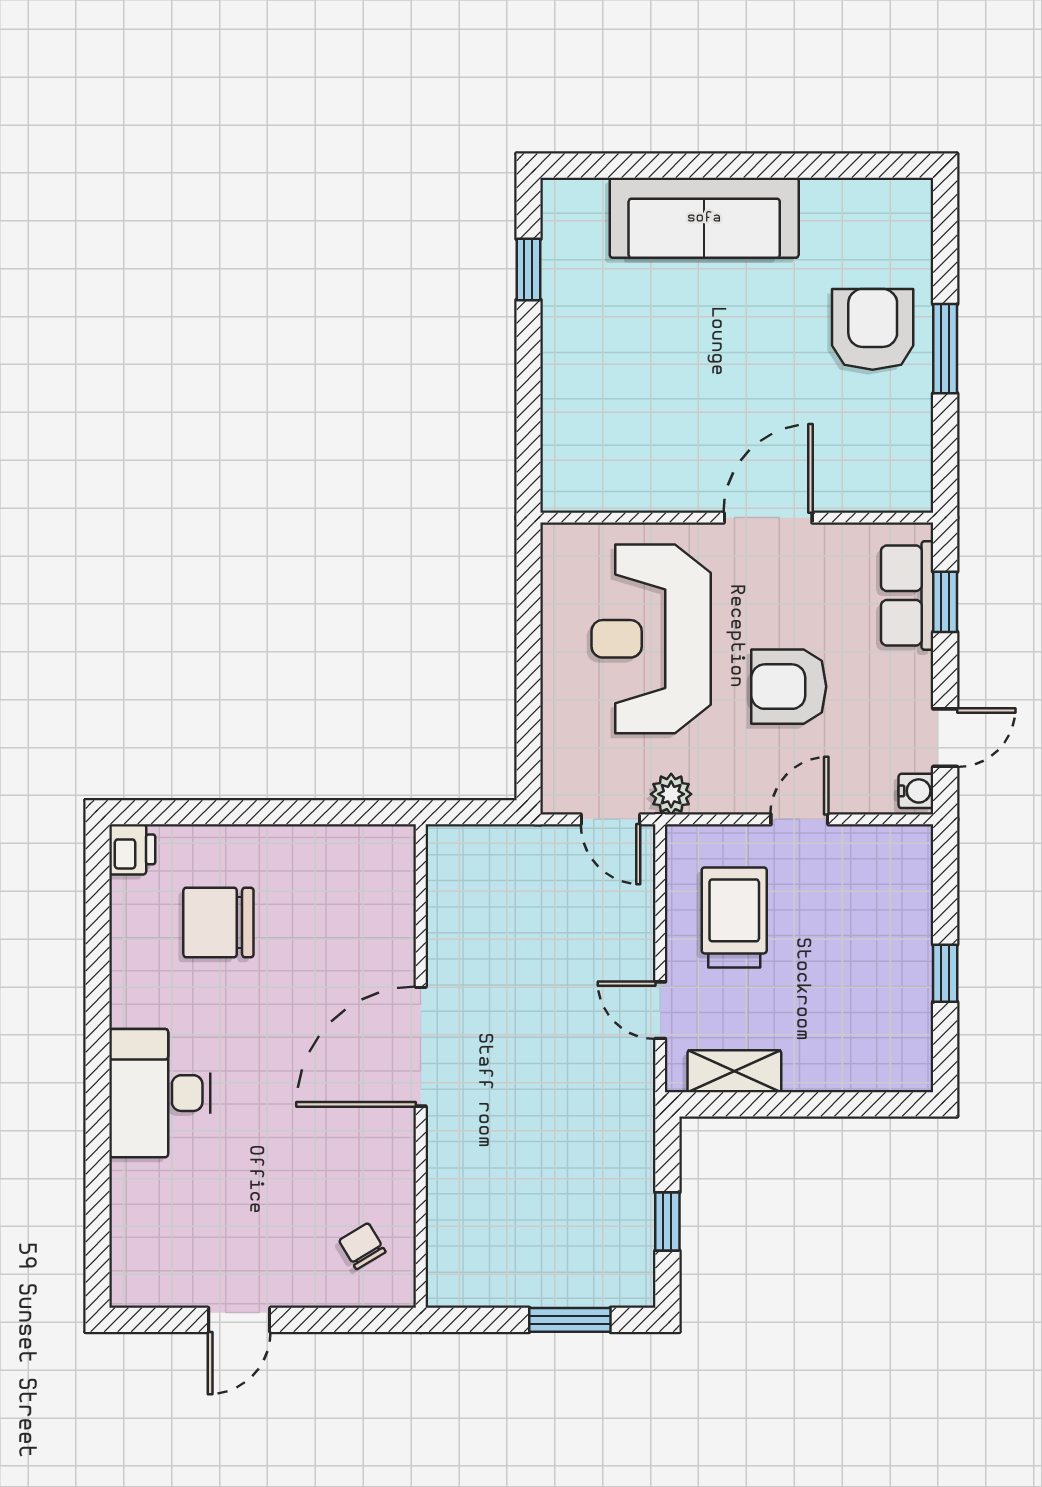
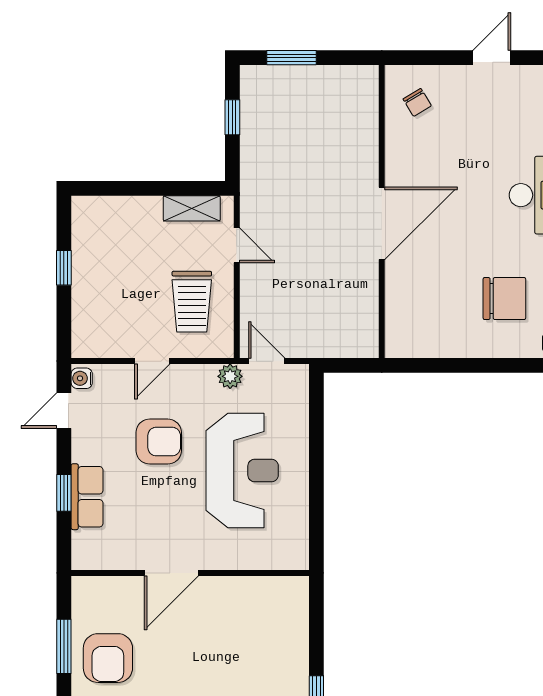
wall: (737, 518) -> (190, 573), moved
door: (768, 518) -> (171, 573), moved

